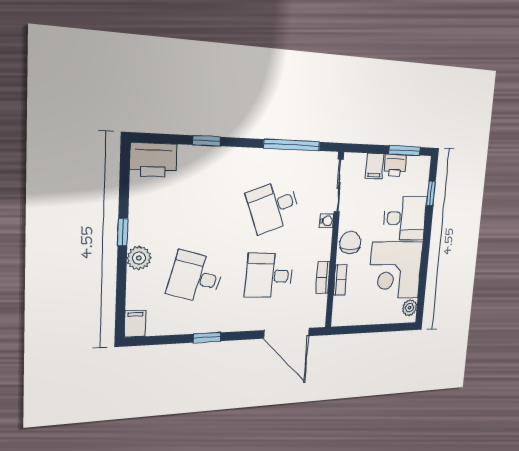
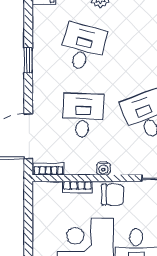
water cooler: (327, 221) -> (103, 169), moved
bookcase: (323, 278) -> (48, 169), moved

